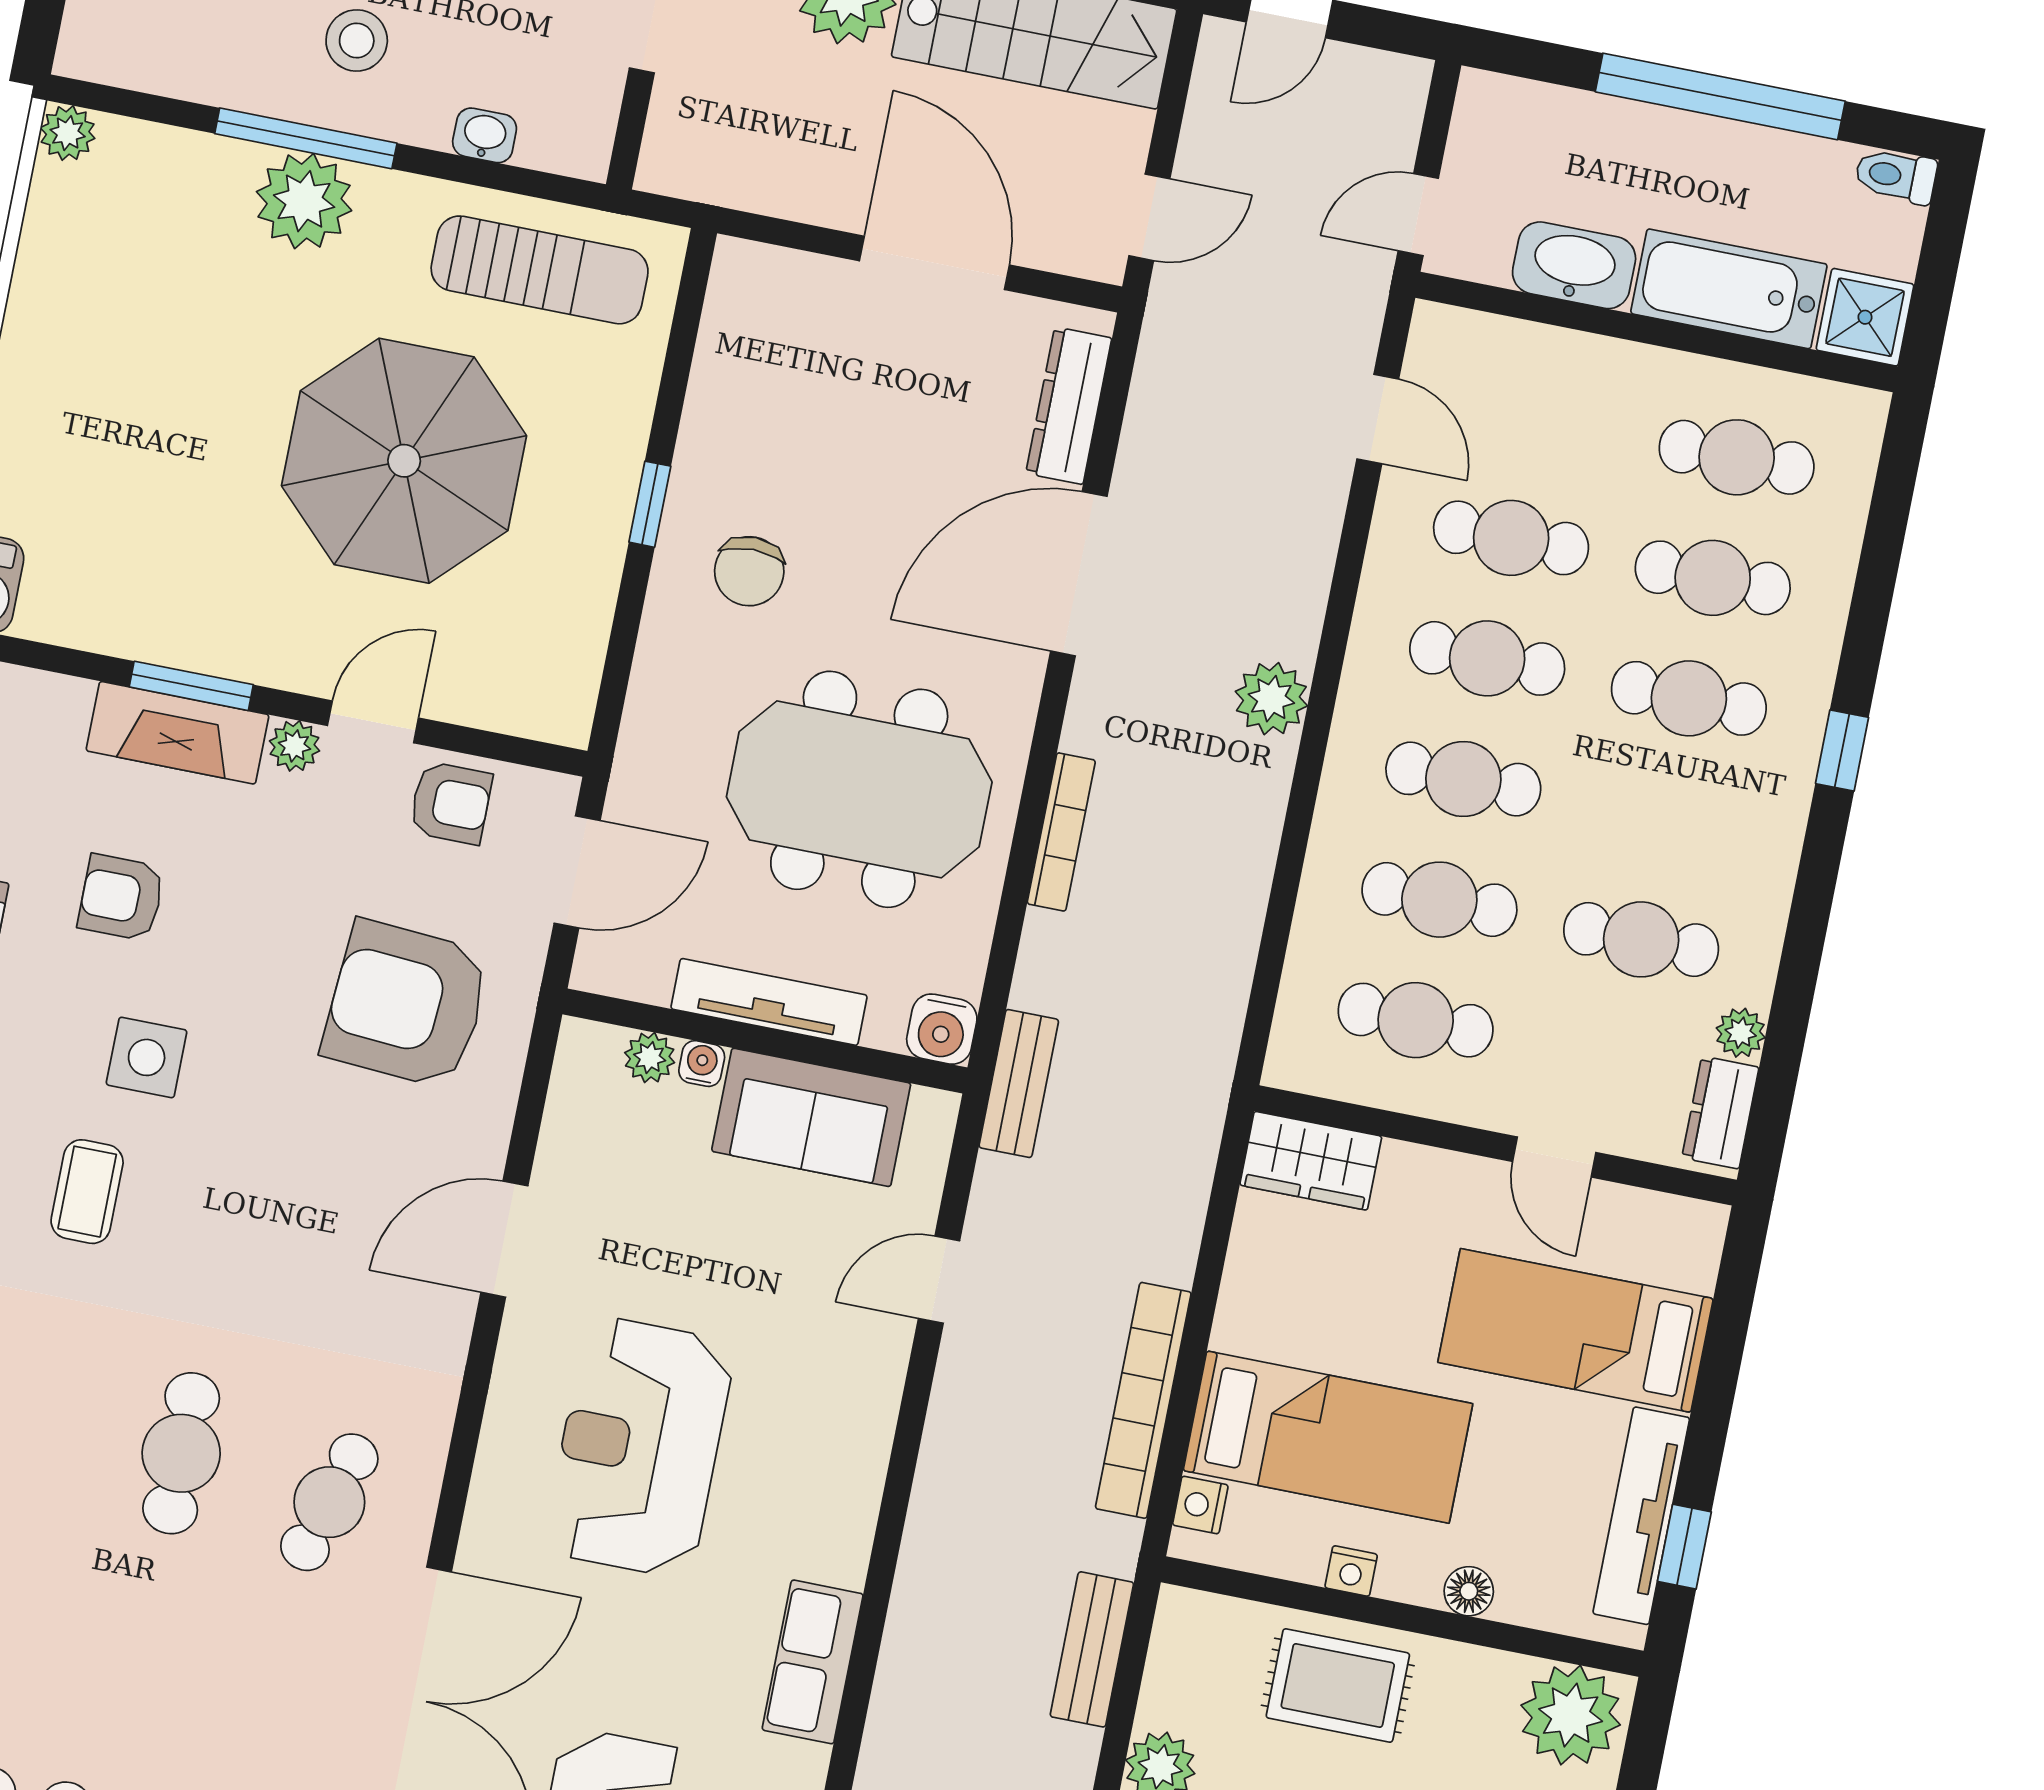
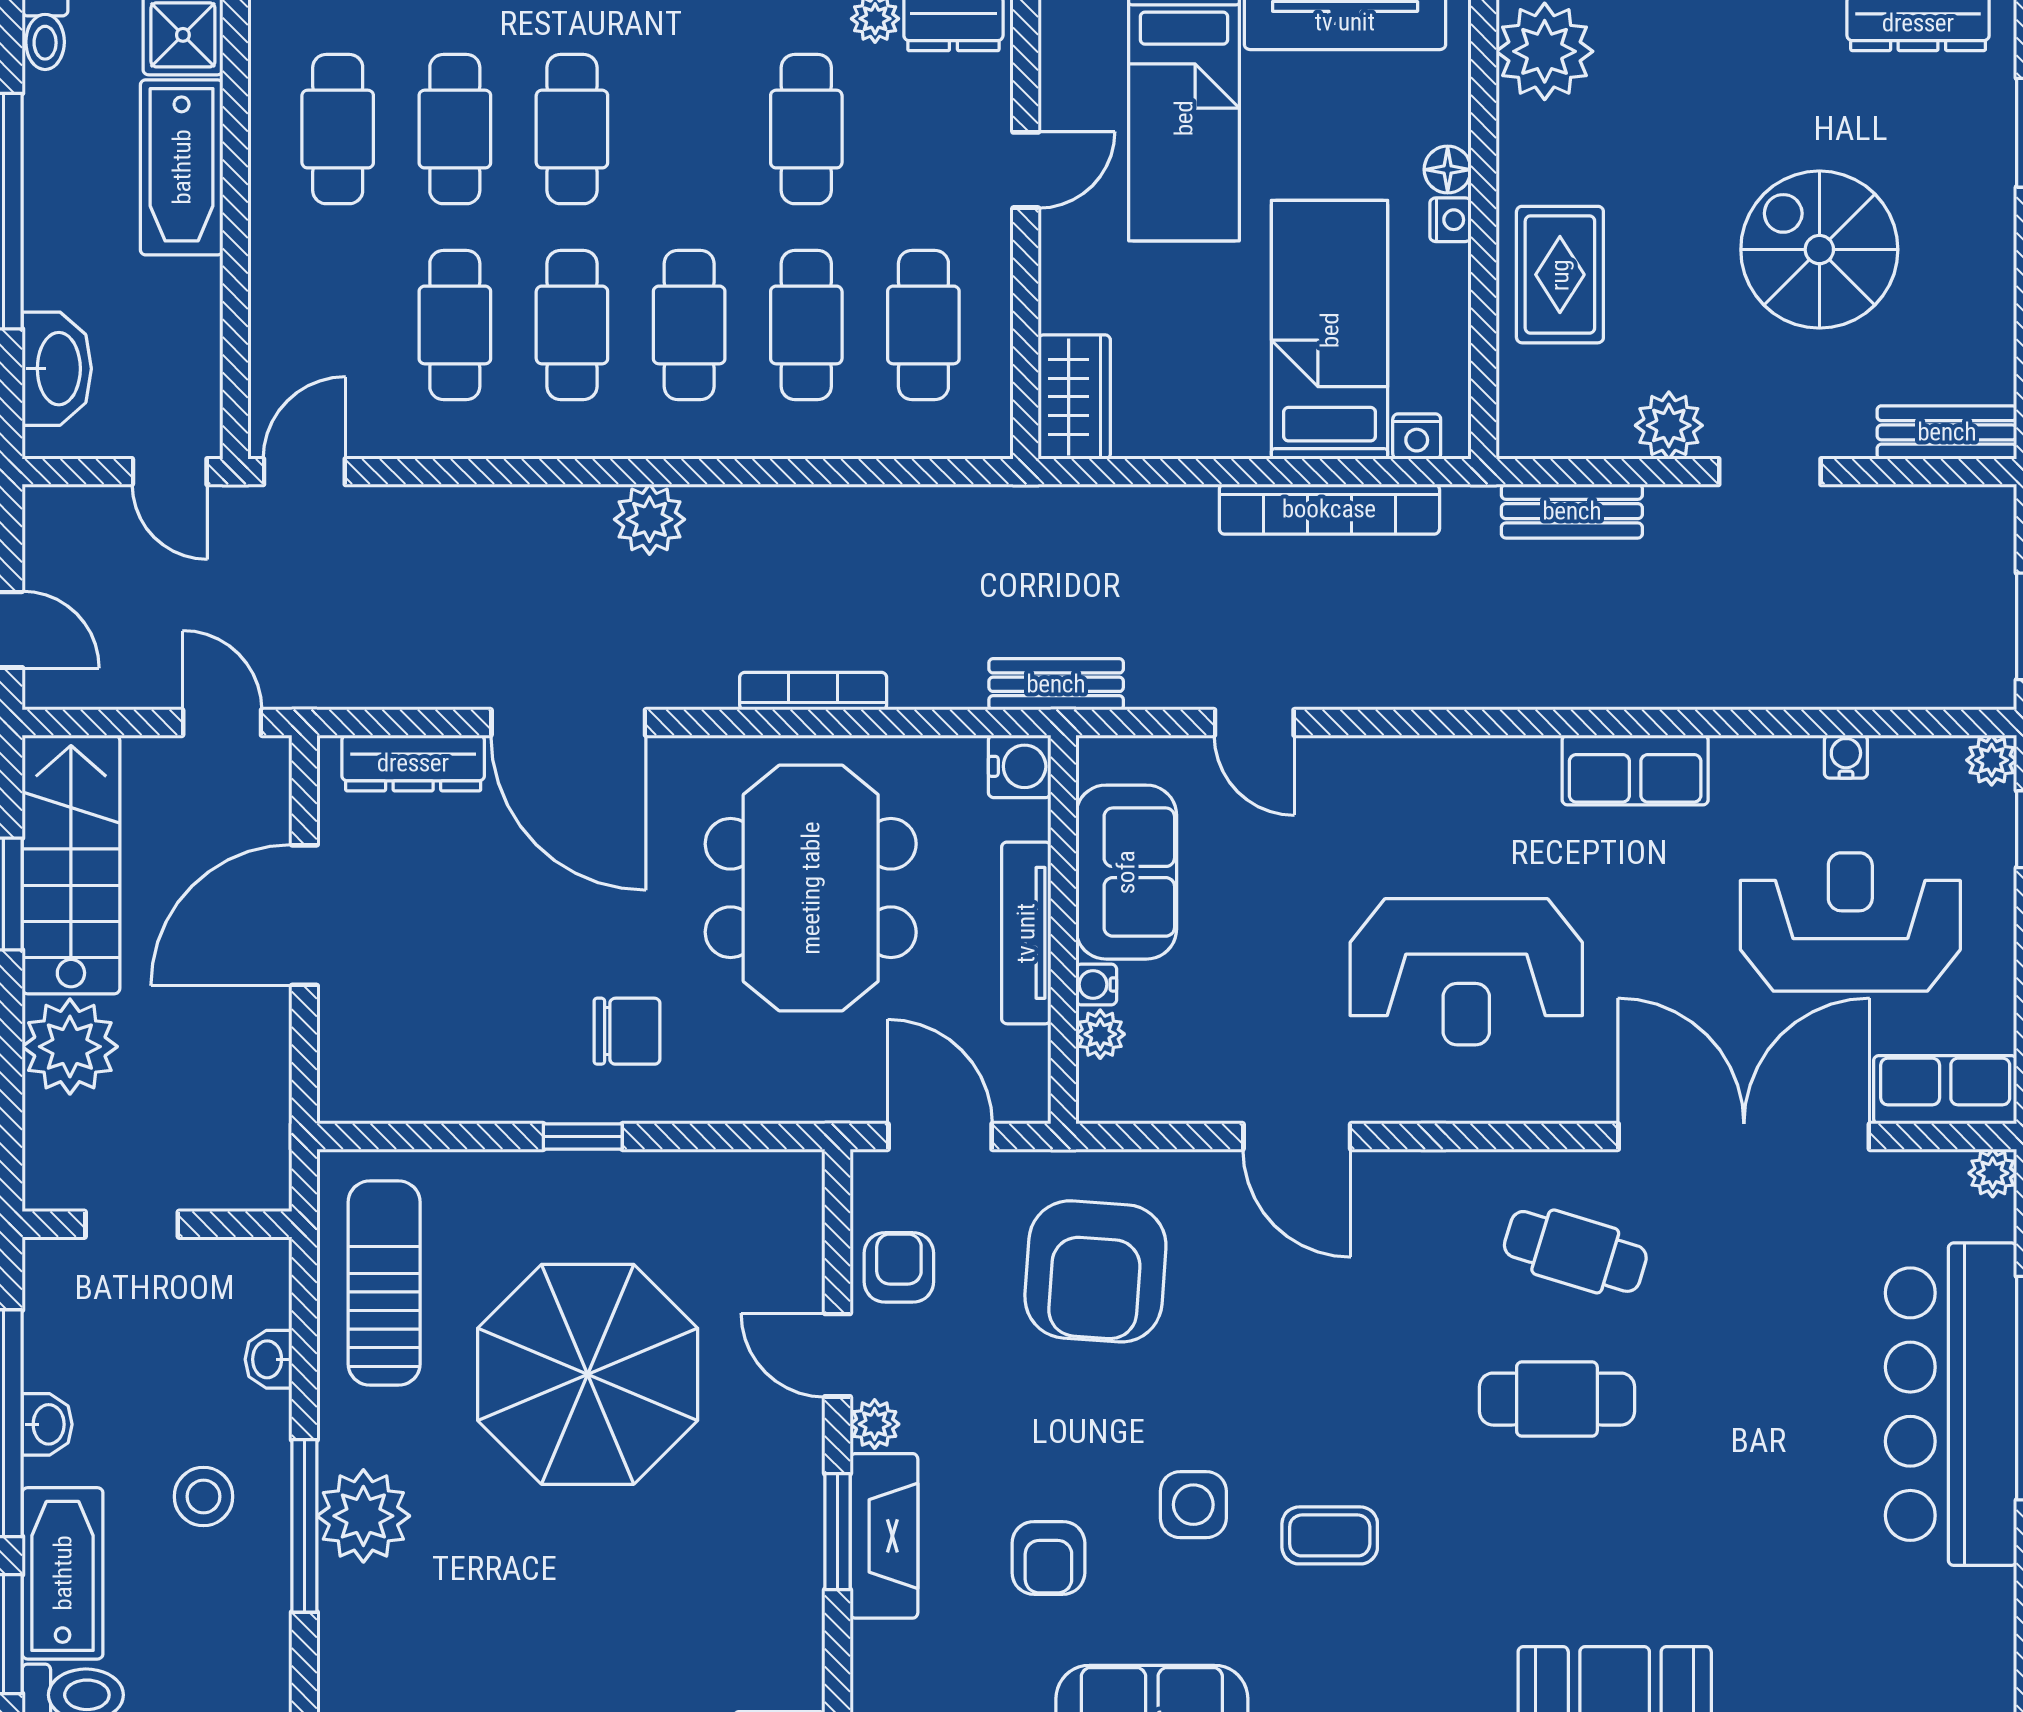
washbasin: (1574, 265) -> (57, 369), moved, turned 180
door: (1378, 419) -> (304, 472), moved
nightstand: (1351, 1571) -> (1450, 220), moved

